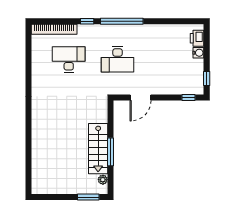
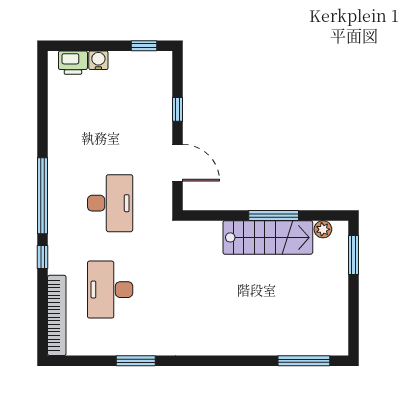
window: (28, 74) -> (136, 361), added
window: (188, 98) -> (178, 109), moved
window: (28, 169) -> (304, 361), added

